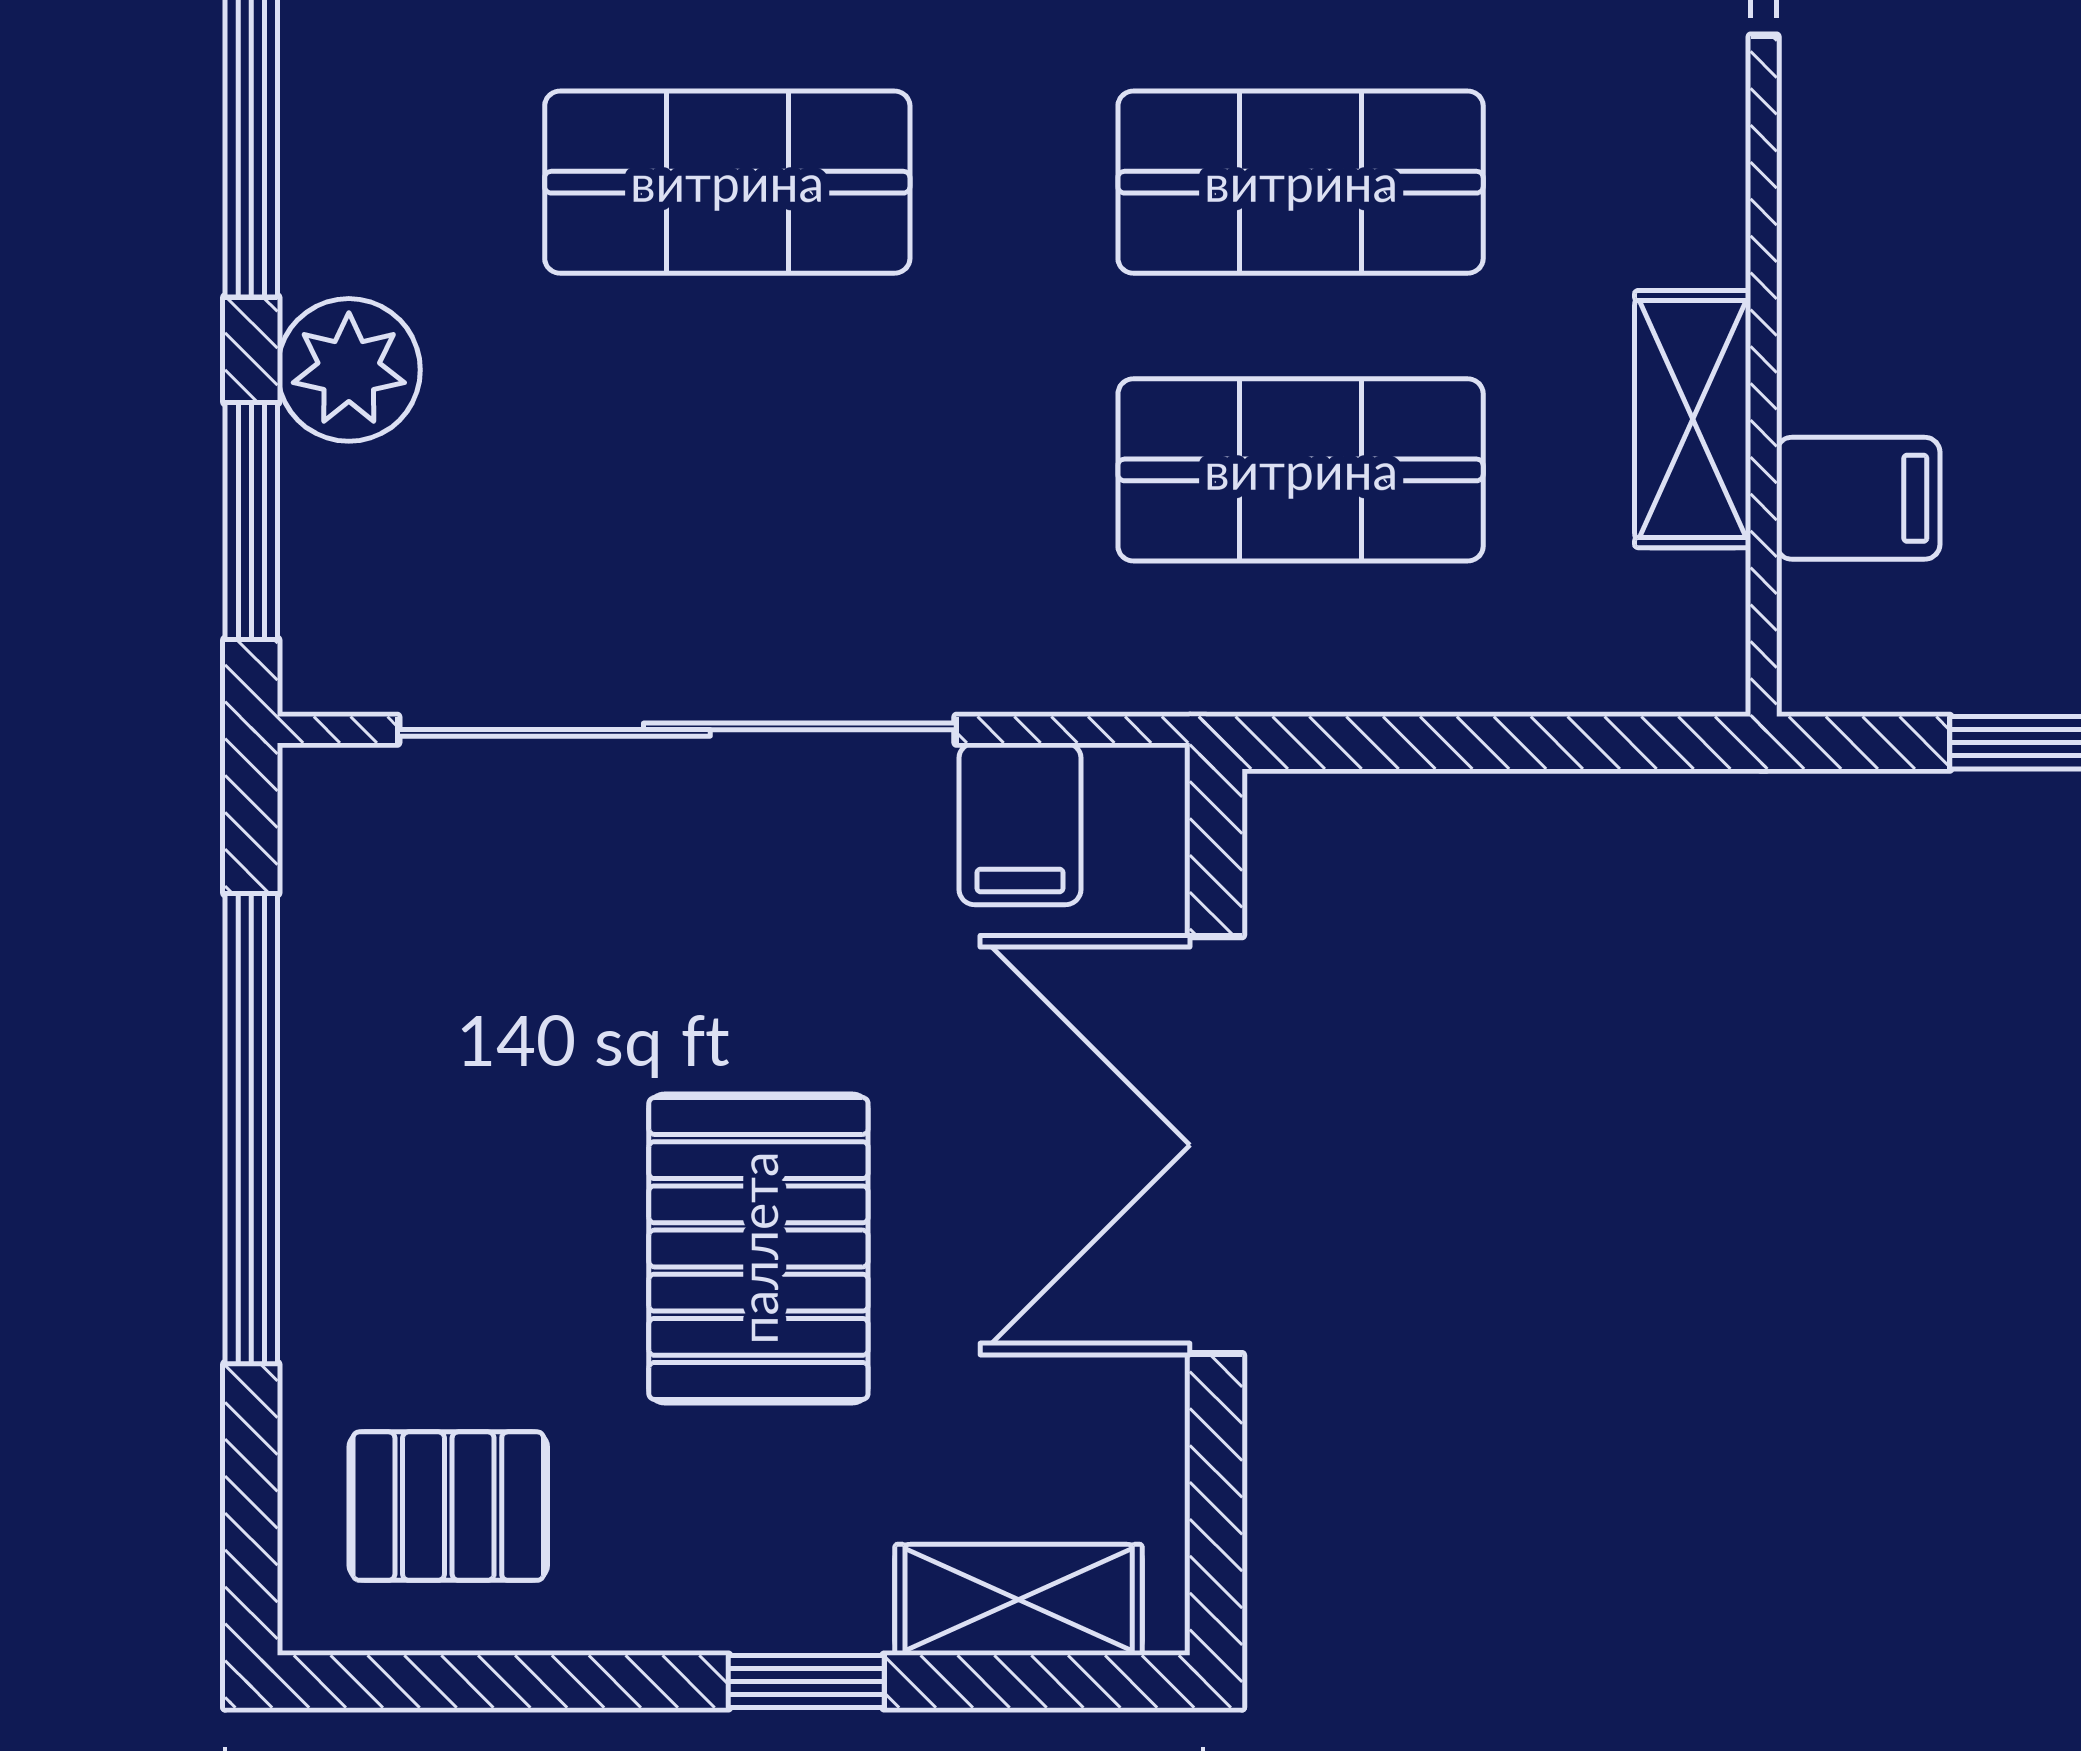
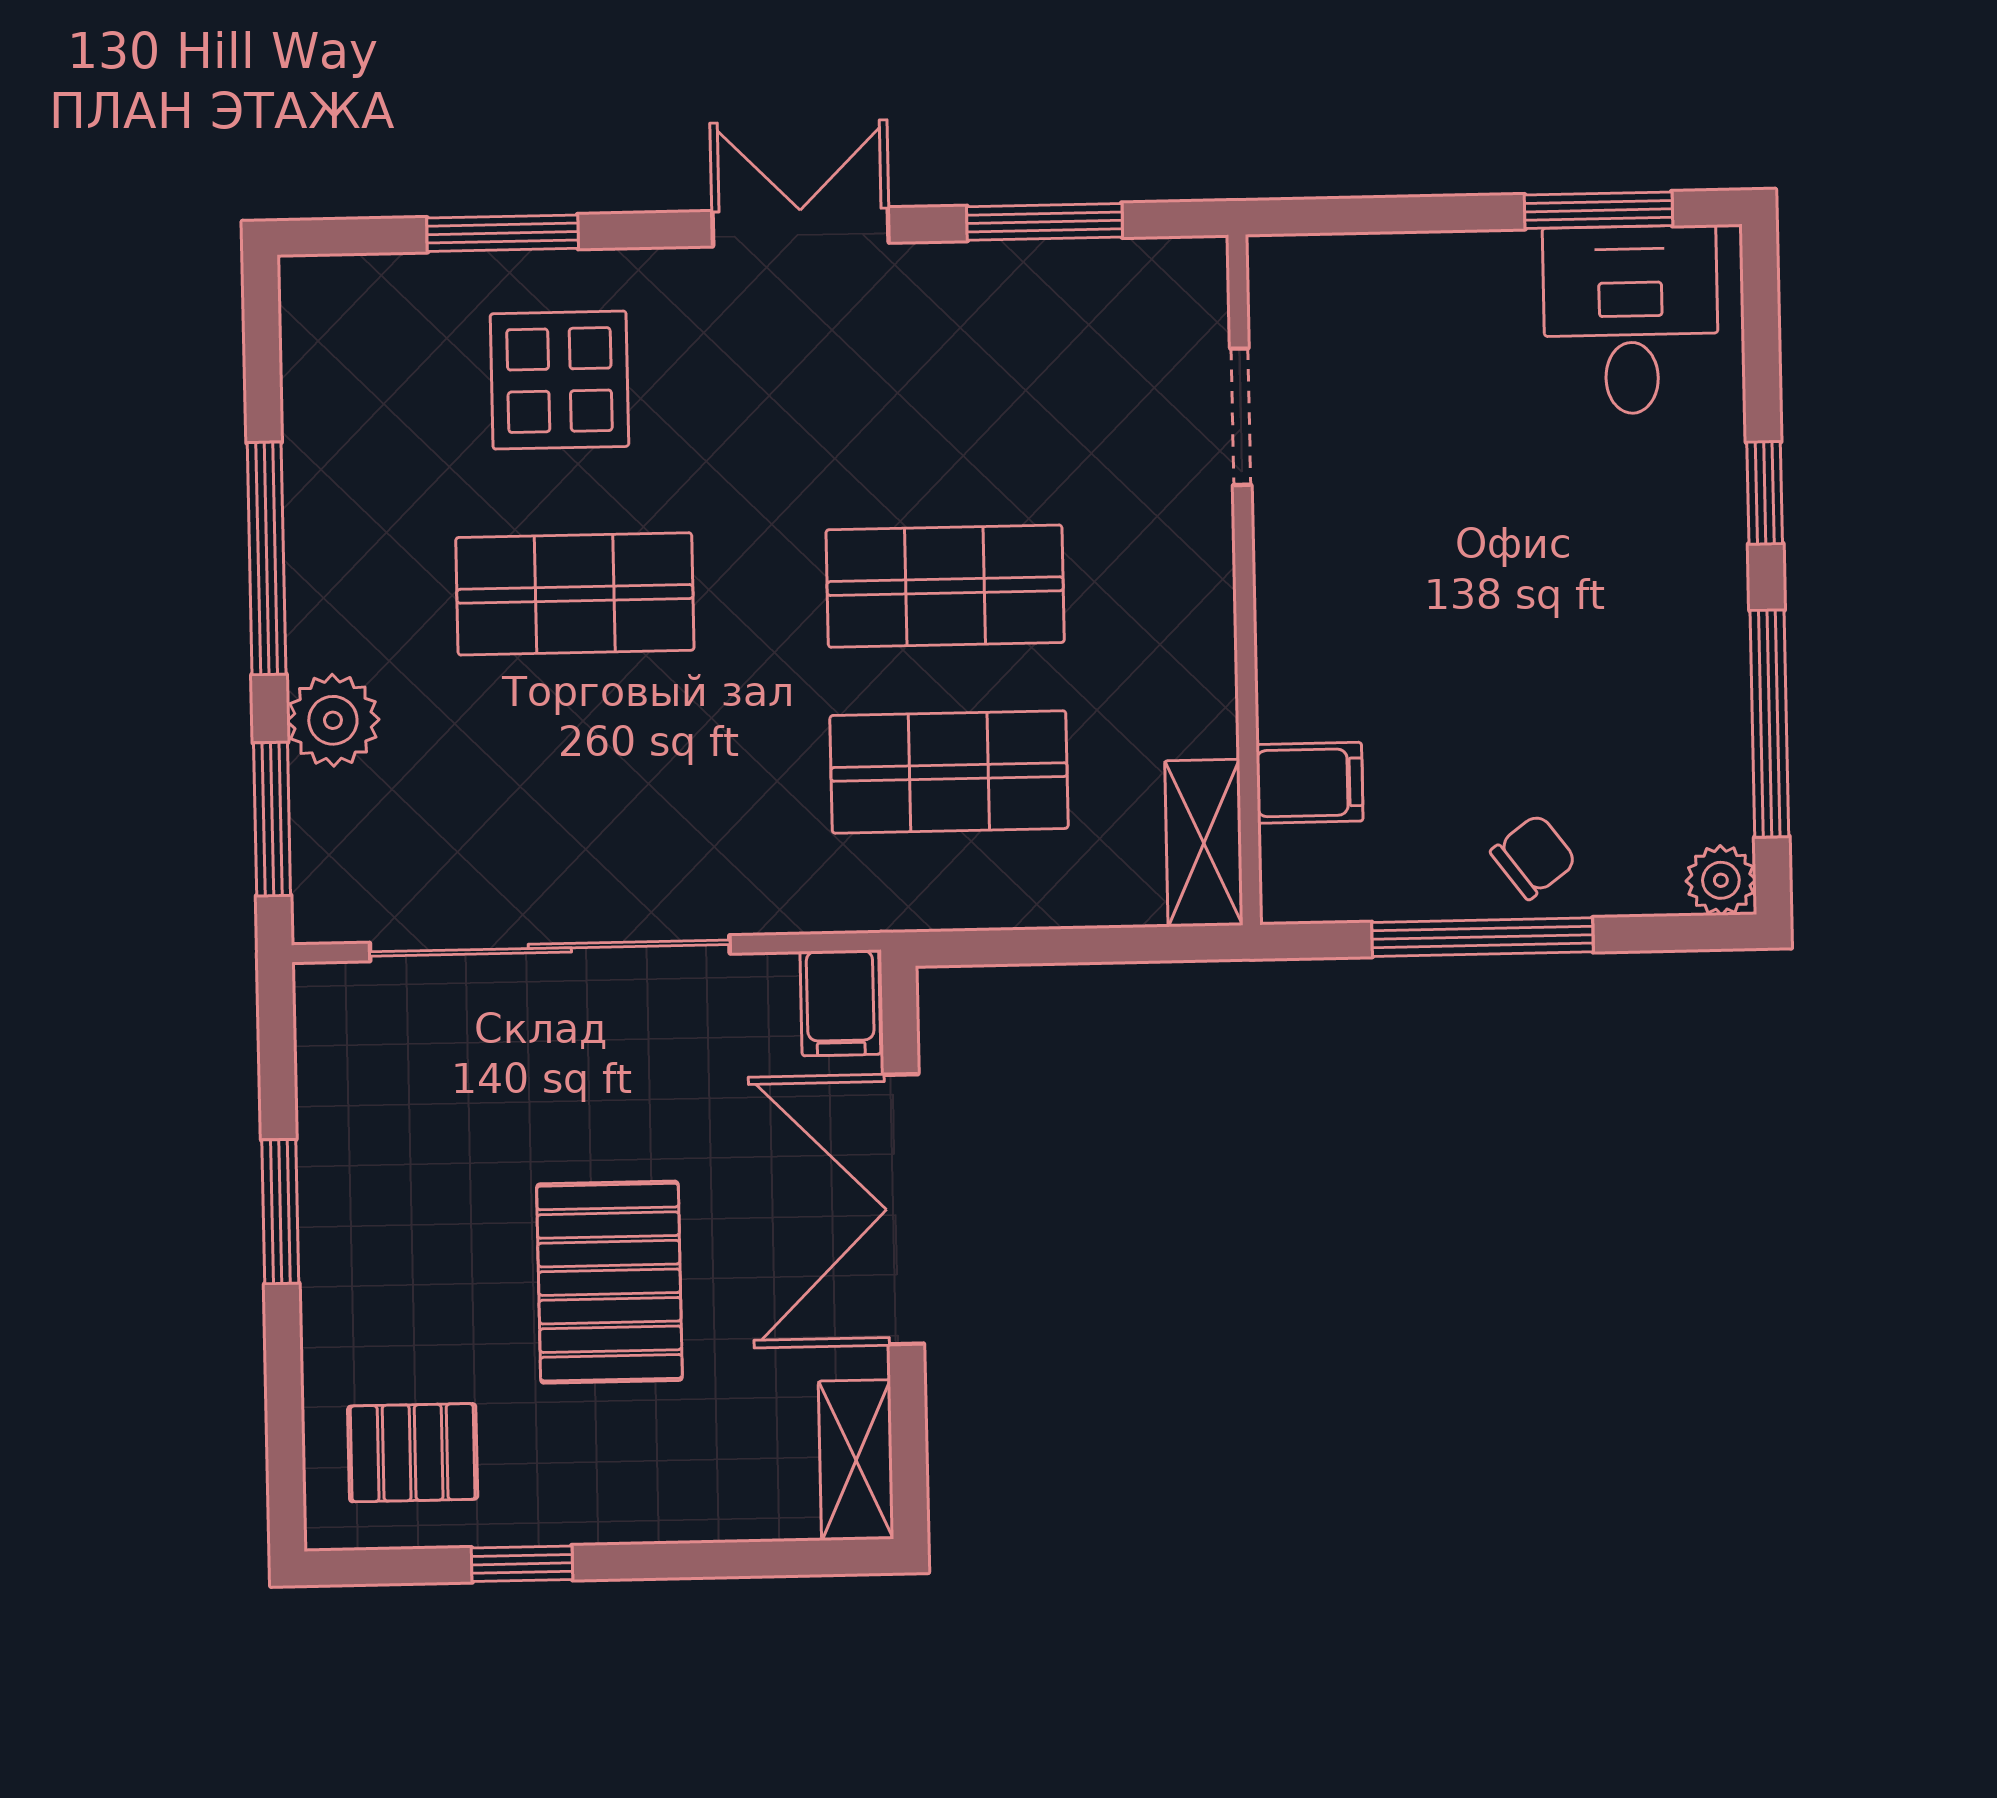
shelving: (1693, 419) -> (1204, 843), moved
filing cabinet: (1020, 824) -> (840, 1003), moved
window: (251, 1129) -> (280, 1212), width x0.47
shelving: (1019, 1600) -> (856, 1460), moved, turned 90
window: (806, 1681) -> (522, 1564), moved

